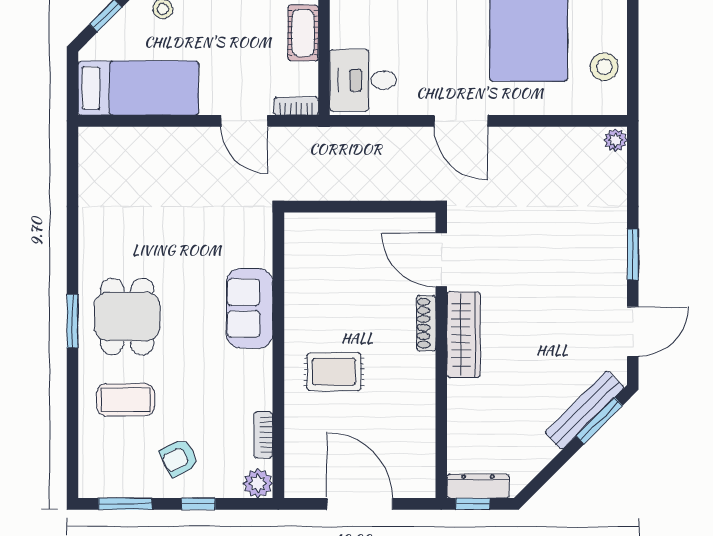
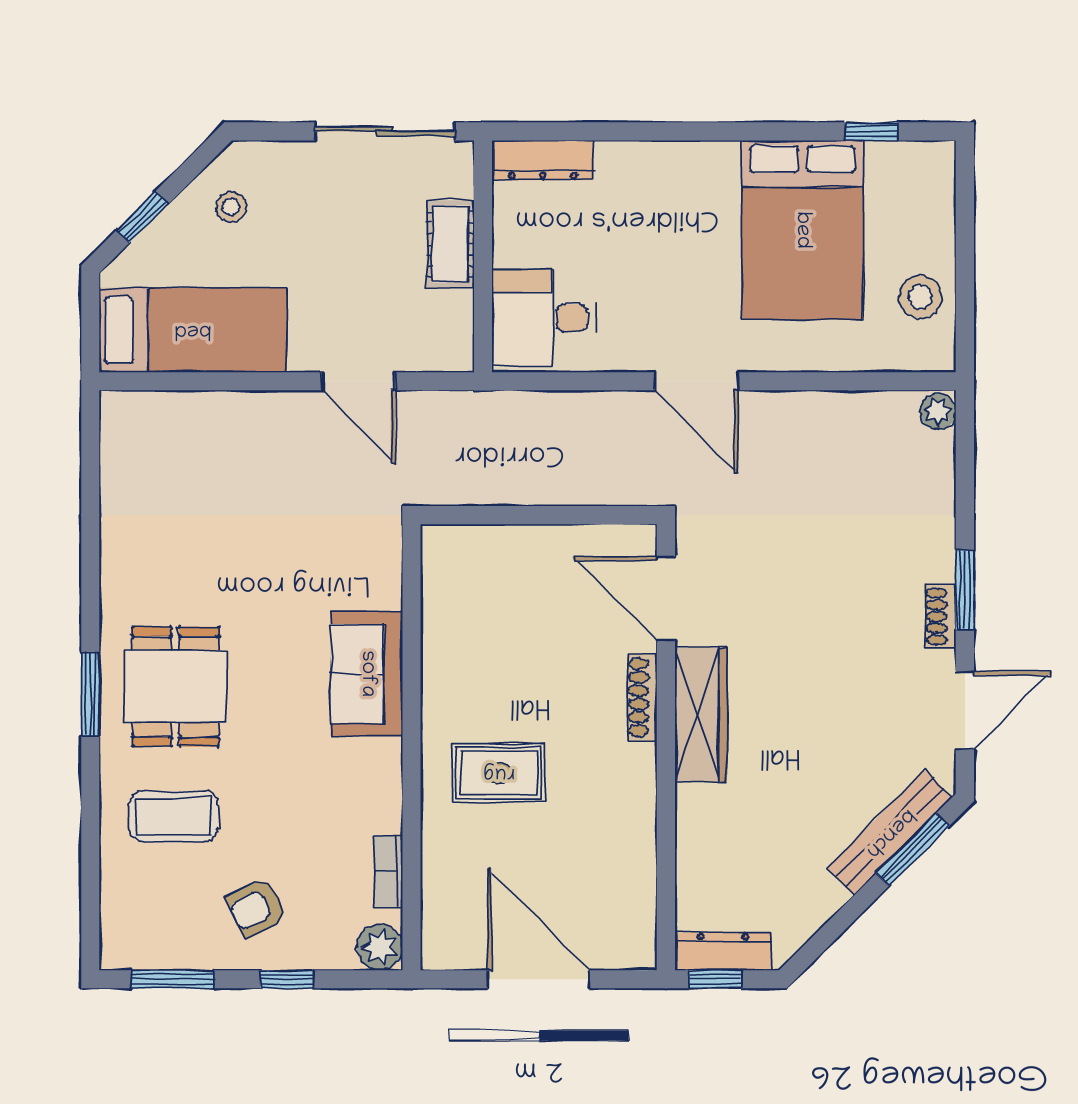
bookcase: (296, 106) -> (439, 358), removed
shoe rack: (617, 271) -> (941, 616), added

